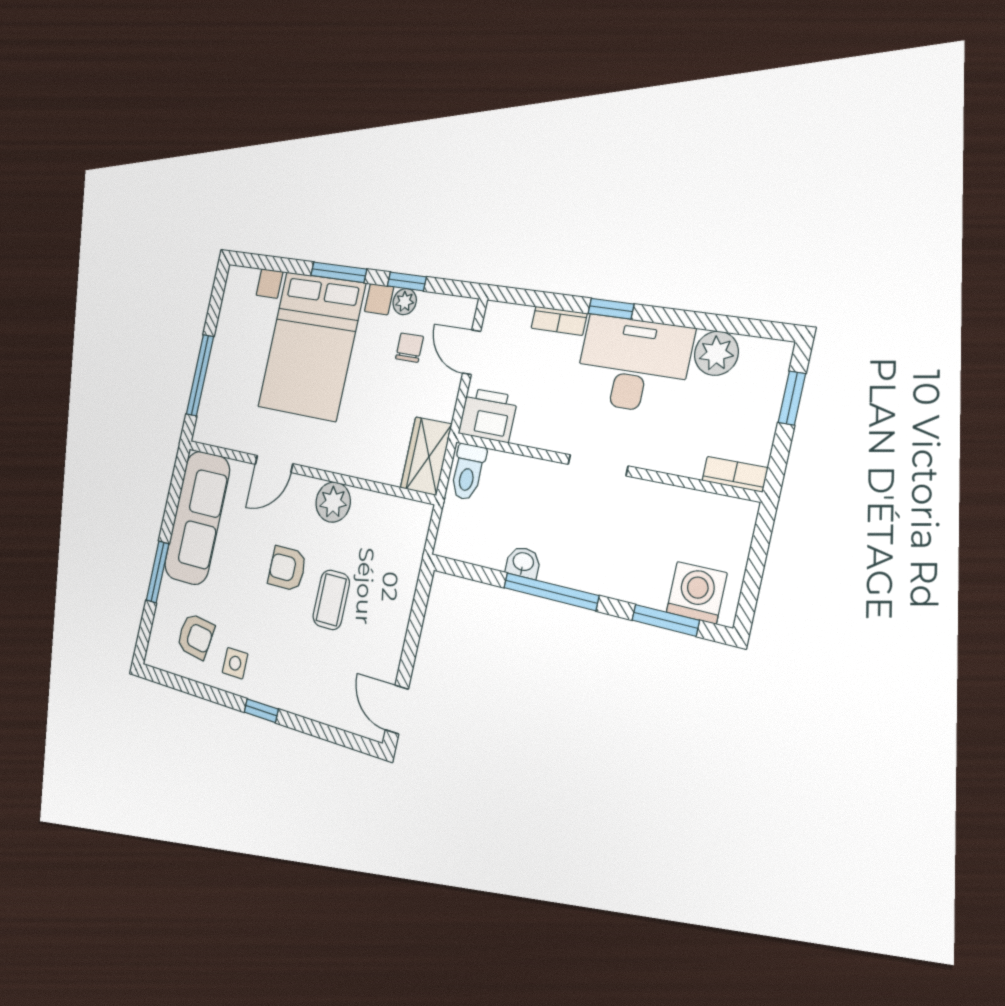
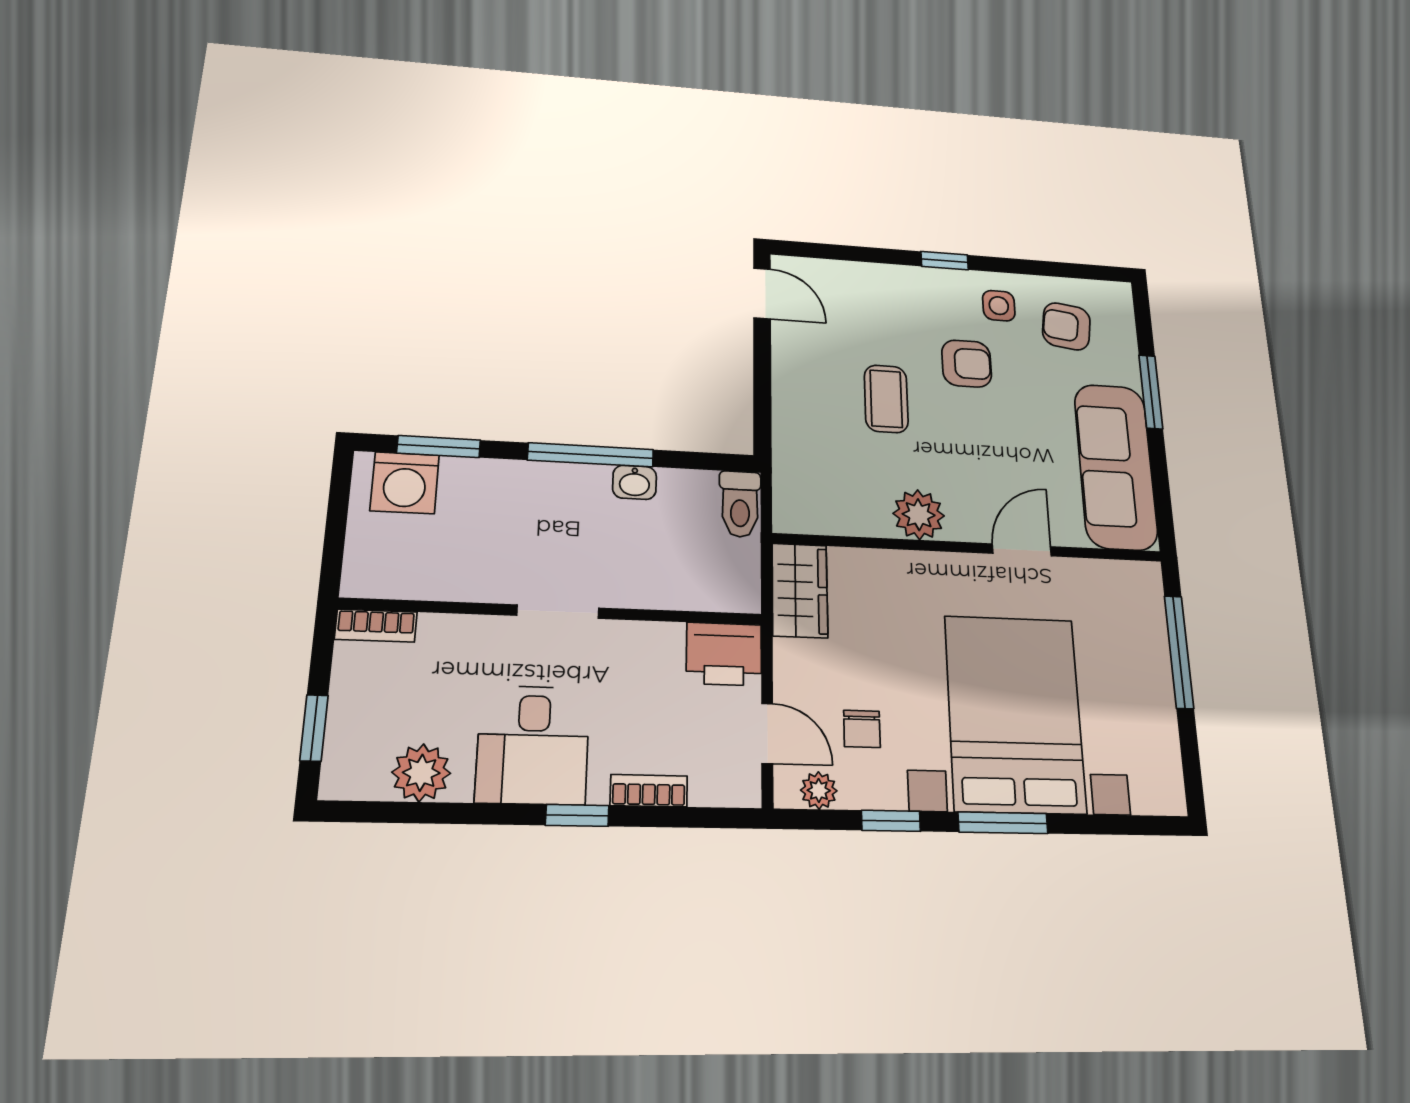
plant: (405, 302) -> (819, 790), moved
desk: (633, 364) -> (533, 745), width x0.73
toilet: (468, 472) -> (740, 504), moved, turned 180
armchair: (287, 568) -> (967, 364), moved

